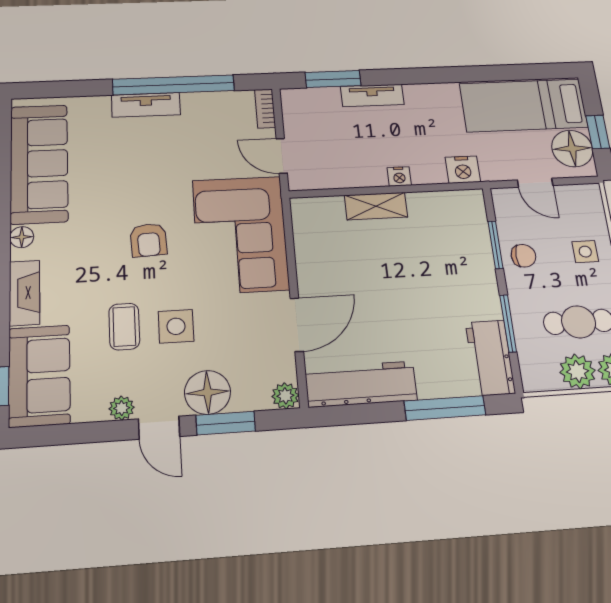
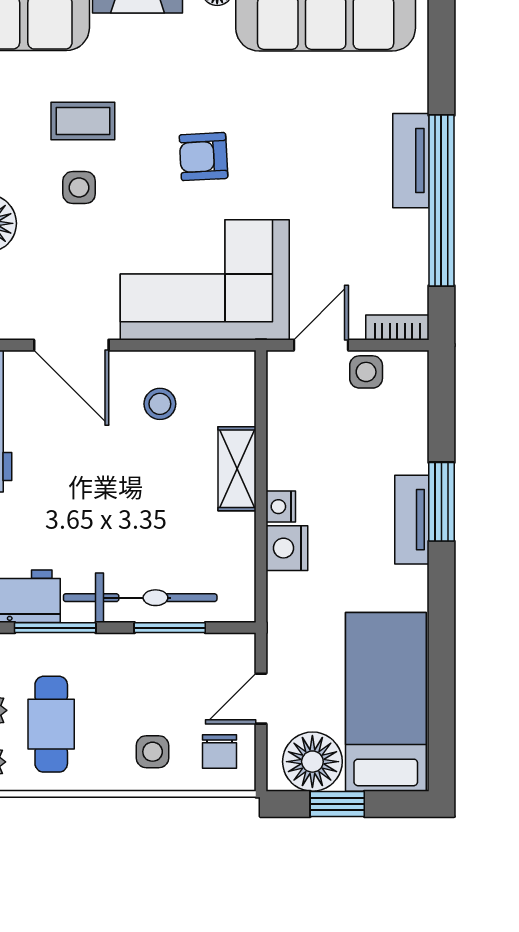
window: (333, 79) -> (441, 502), moved
tv unit: (372, 95) -> (412, 520), moved
side table: (298, 127) -> (366, 372), added
nightstand: (463, 170) -> (287, 548), moved
chair: (523, 256) -> (220, 752), moved
stool: (335, 260) -> (160, 404), added
bicycle: (477, 266) -> (140, 598), added
side table: (176, 326) -> (79, 188), width x0.73, depth x0.73

